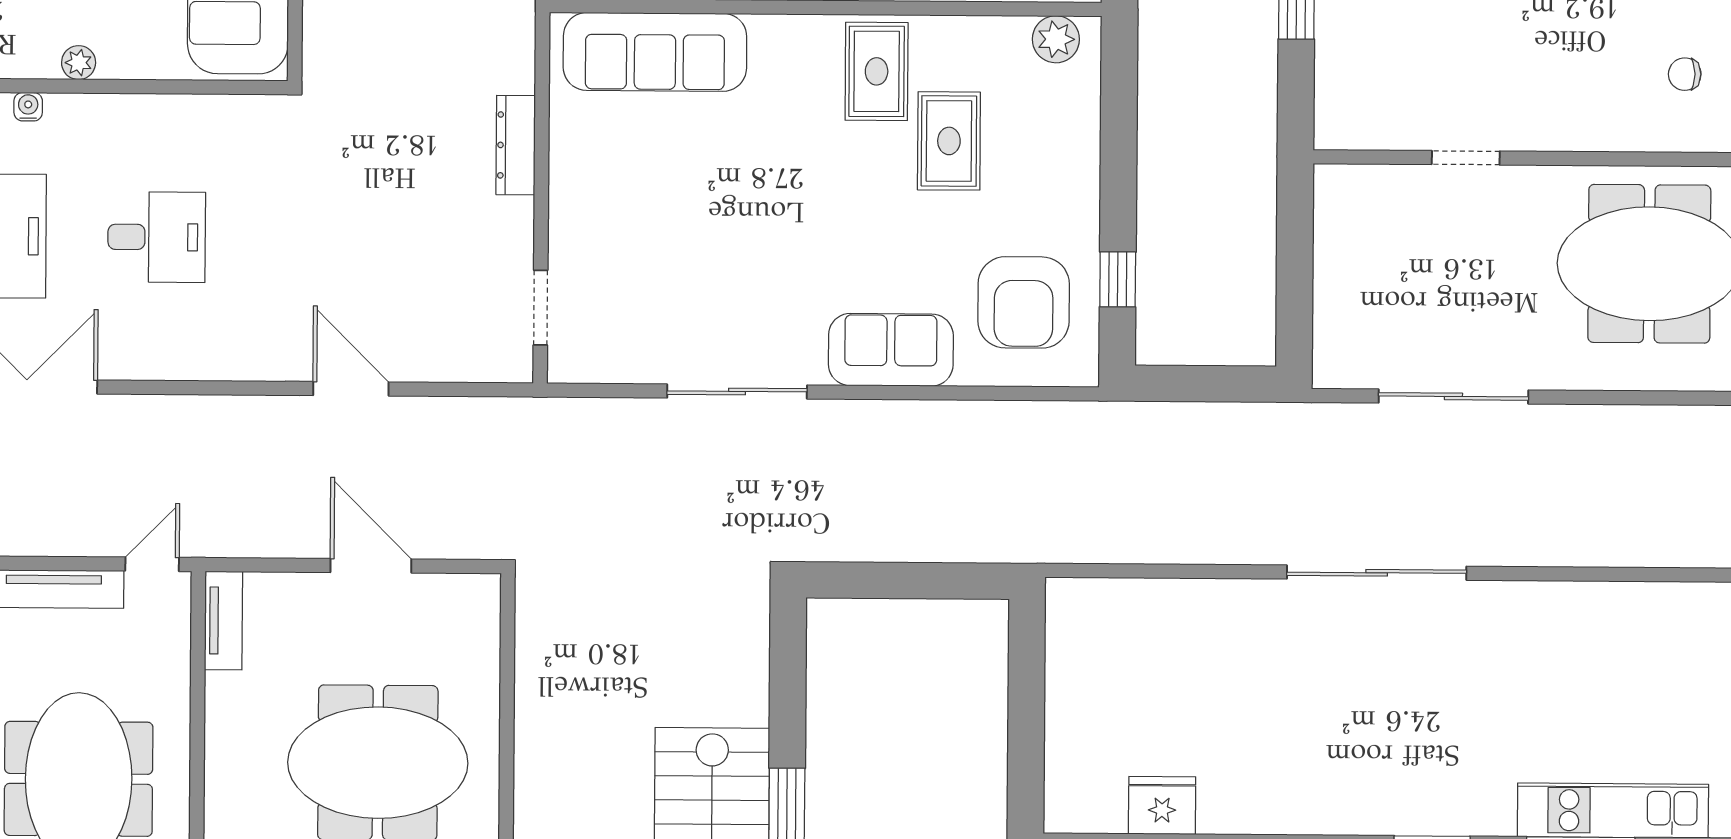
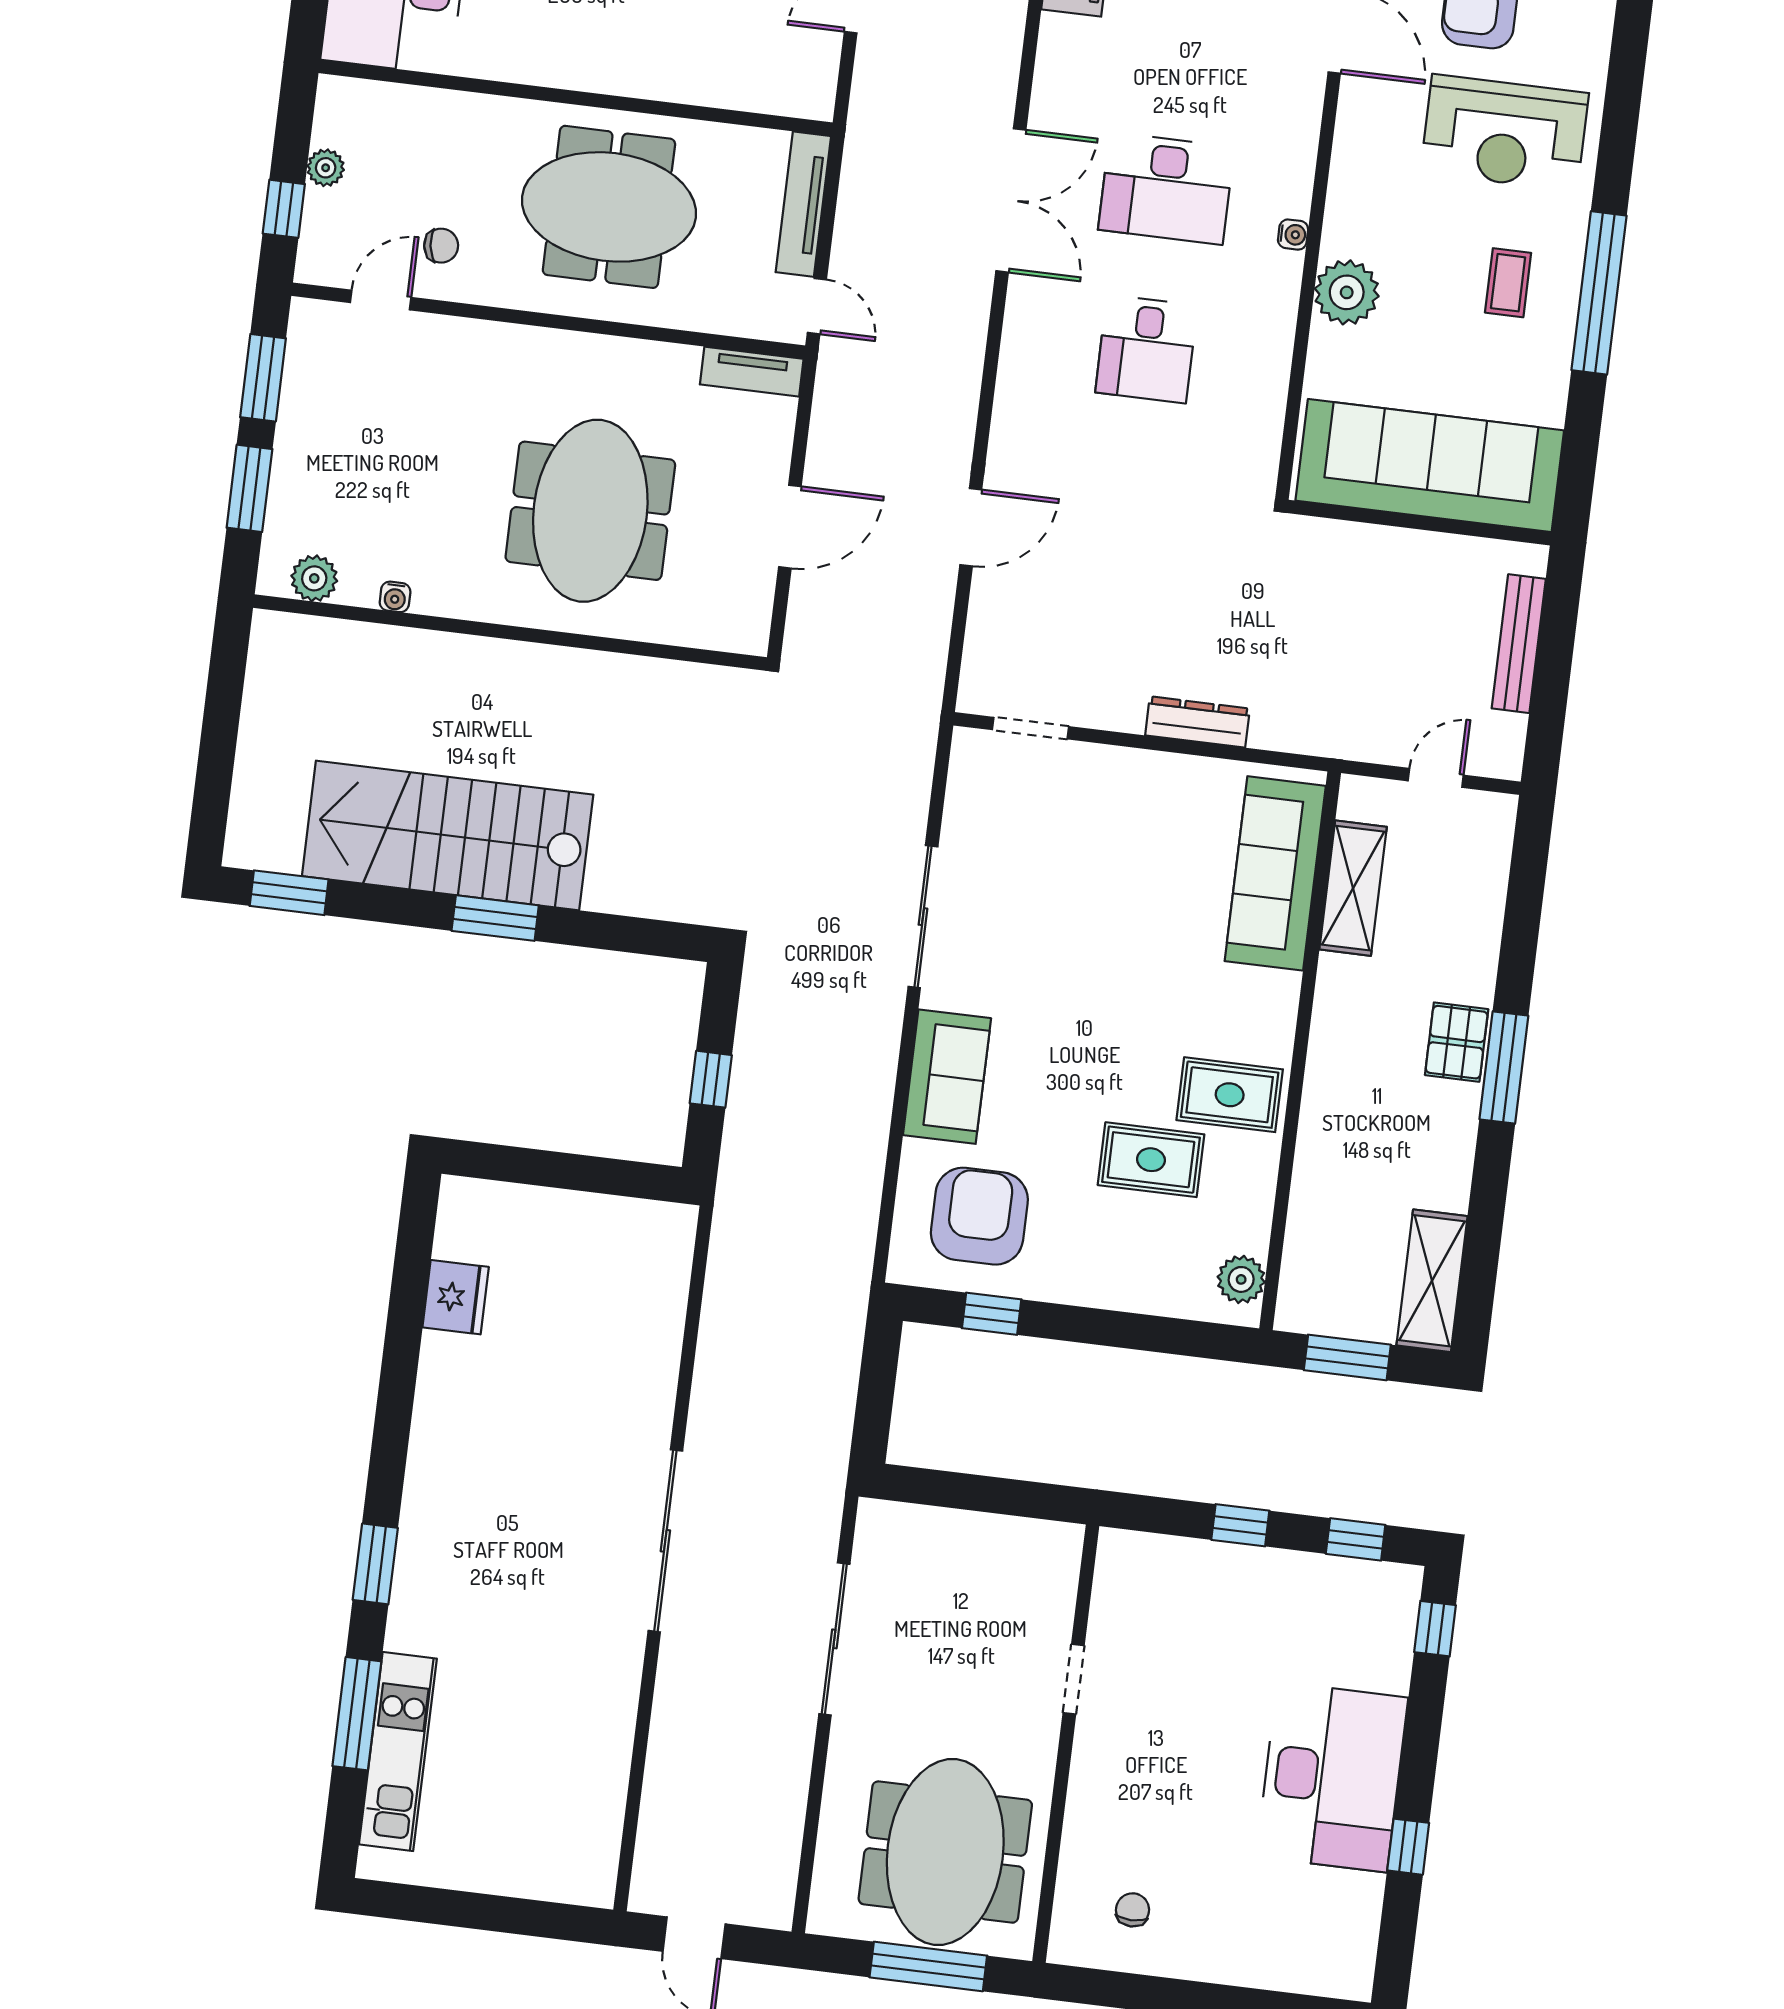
plant: (79, 63) -> (1347, 292), width x1.88, depth x1.88
armchair: (1024, 302) -> (979, 1216), turned 90
window: (920, 581) -> (711, 1079), added

